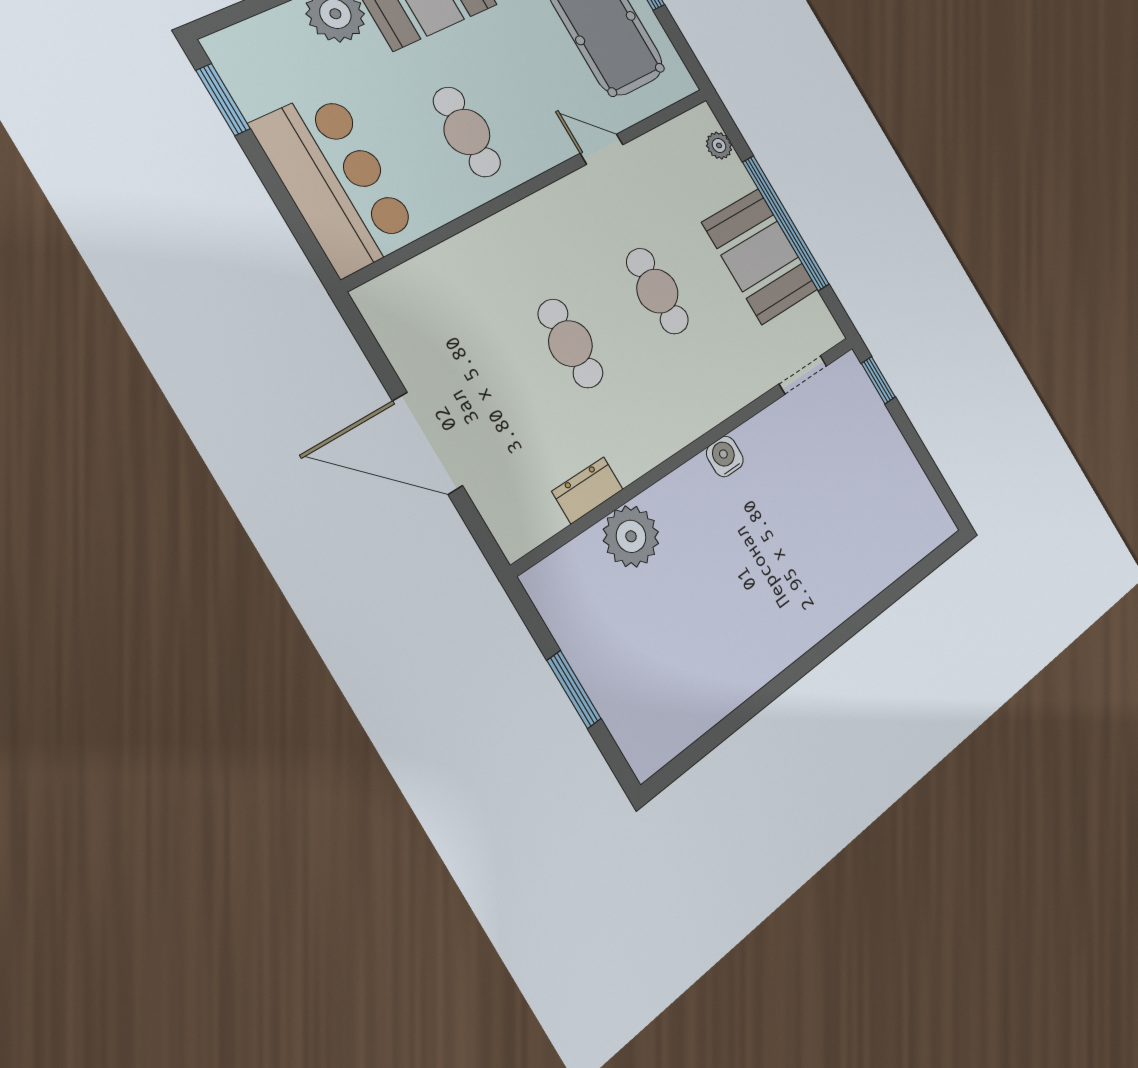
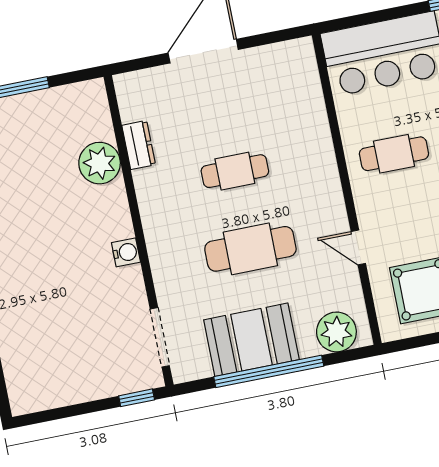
plant: (719, 145) -> (336, 332), width x1.87, depth x1.87
door: (602, 149) -> (358, 247), swing flipped
cafe table: (657, 291) -> (250, 249), width x1.37, depth x1.35
doorway: (803, 375) -> (160, 337), width x1.38

